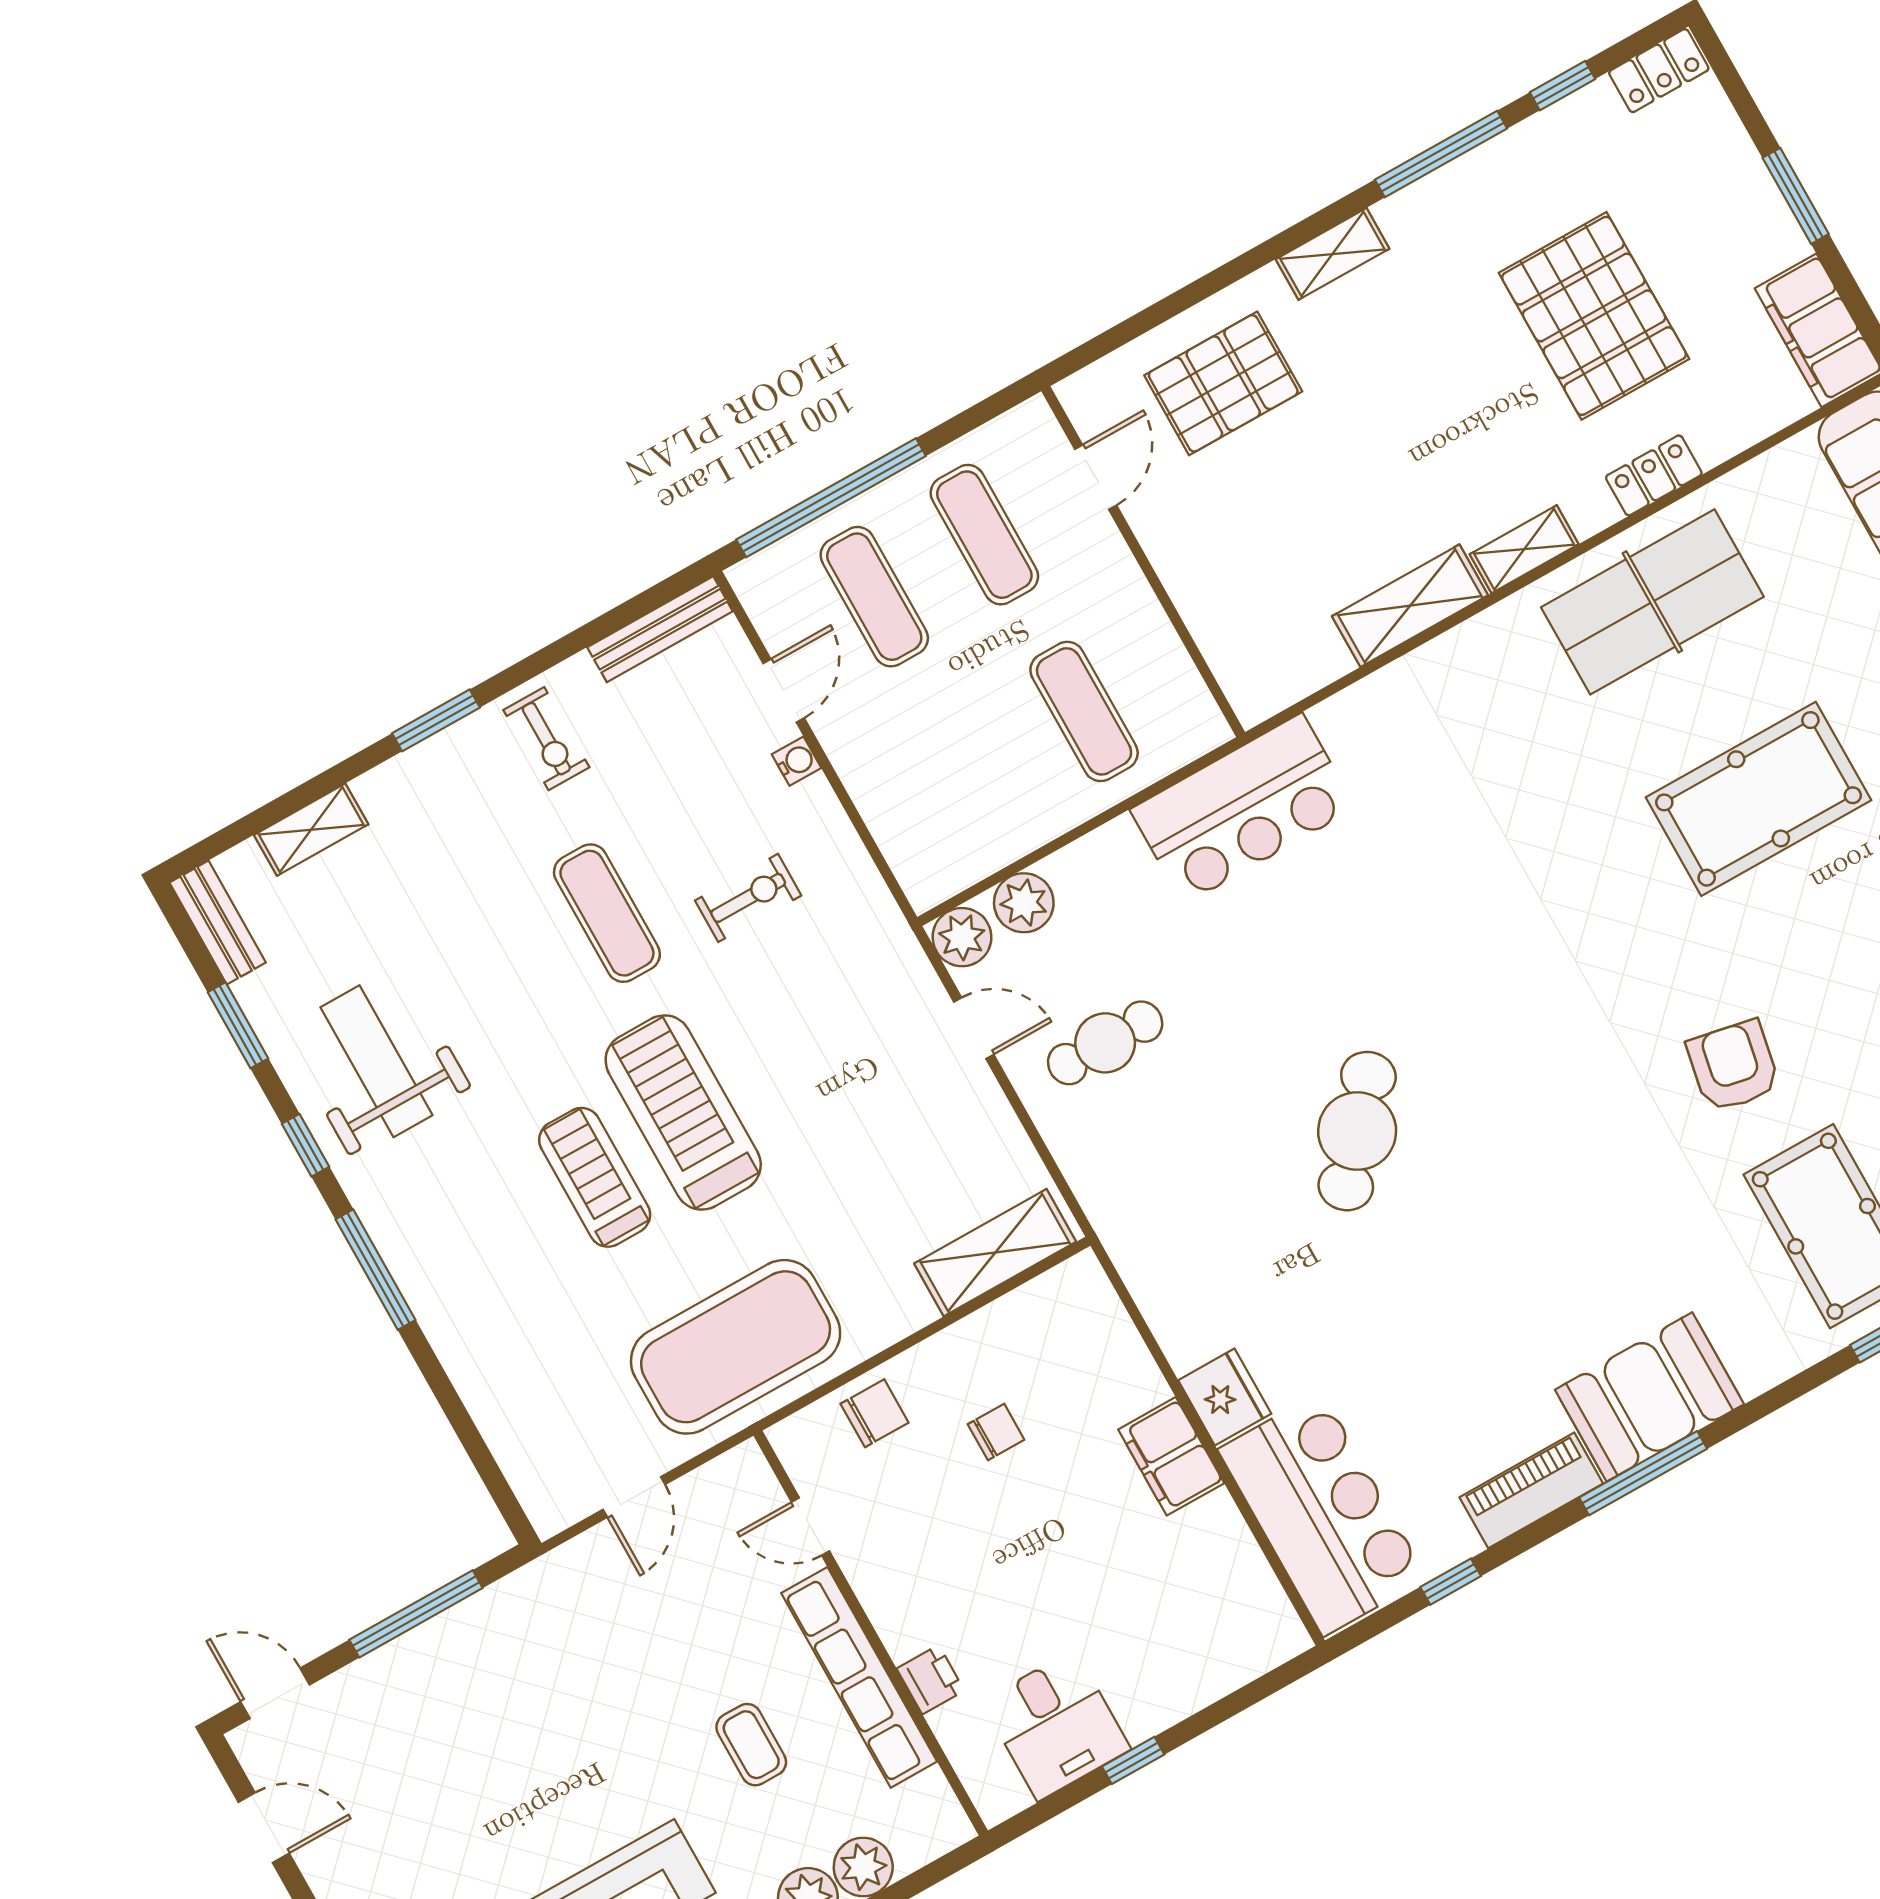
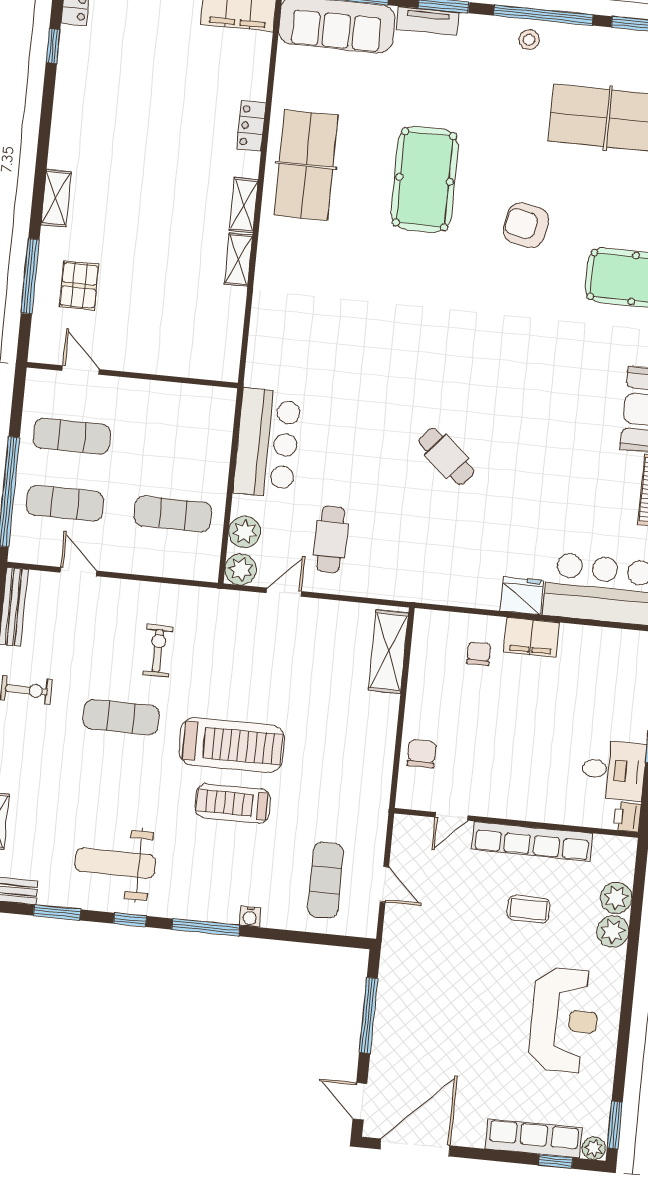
window: (1441, 154) -> (30, 276), moved
pallet: (1594, 316) -> (163, 103), removed
pallet: (1223, 383) -> (79, 285), width x0.67, depth x0.71
shelving: (1410, 606) -> (239, 260), width x0.67, depth x0.75
exercise mat: (1084, 711) -> (173, 514), moved
water cooler: (797, 761) -> (250, 917), moved, turned 180
bar counter: (1243, 809) -> (267, 443), moved
armchair: (1733, 1066) -> (526, 225), moved
treadmill: (683, 1113) -> (232, 745), turned 180
cafe table: (1357, 1131) -> (446, 456), width x0.73, depth x0.74
exercise mat: (736, 1347) -> (326, 880), moved, width x0.50, depth x0.69
chair: (996, 1432) -> (479, 654), moved
printer: (930, 1680) -> (627, 817), moved, turned -90
door: (275, 1693) -> (360, 1101), hinge flipped
door: (264, 1828) -> (415, 1147), width x1.88

